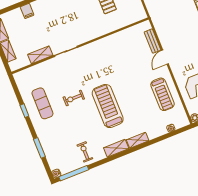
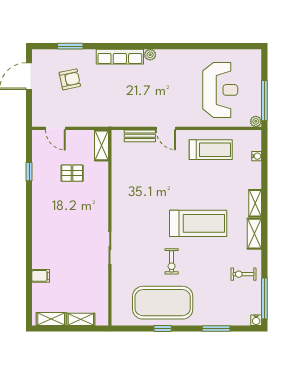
shelving: (40, 55) -> (102, 145), moved
exercise mat: (42, 103) -> (163, 303), width x2.00, depth x1.45
treadmill: (108, 106) -> (198, 223), turned 180

